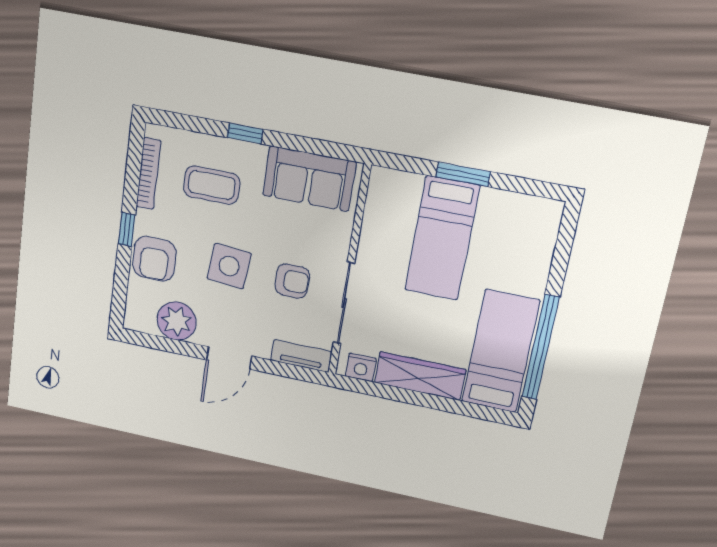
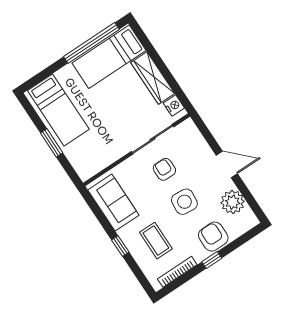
bed: (442, 238) -> (58, 110), moved, turned 90
armchair: (154, 259) -> (213, 237), turned -90
tv unit: (301, 356) -> (194, 135), removed

